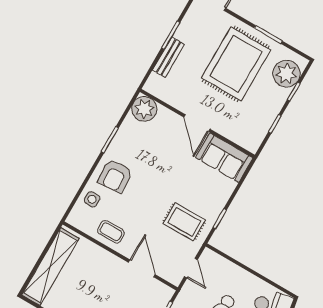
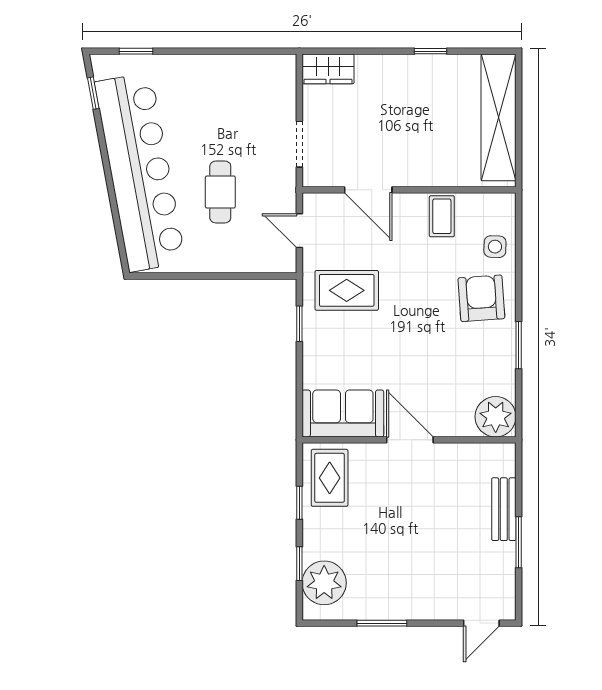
rug: (236, 64) -> (330, 478), moved, width x0.54, depth x0.49
coffee table: (111, 232) -> (442, 216), turned 90

